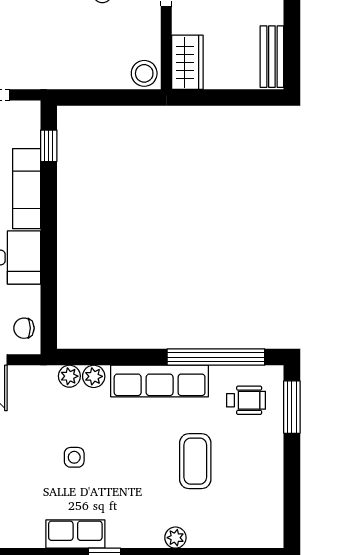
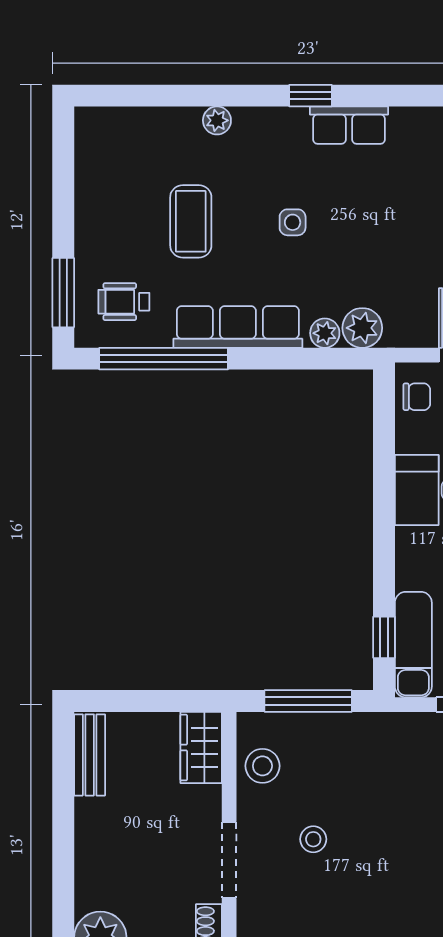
stool: (144, 73) -> (262, 766), moved
window: (106, 98) -> (308, 701), added
exam couch: (27, 189) -> (413, 645), moved
plant: (69, 376) -> (362, 328), width x1.38, depth x1.38
side table: (74, 457) -> (293, 222), moved

